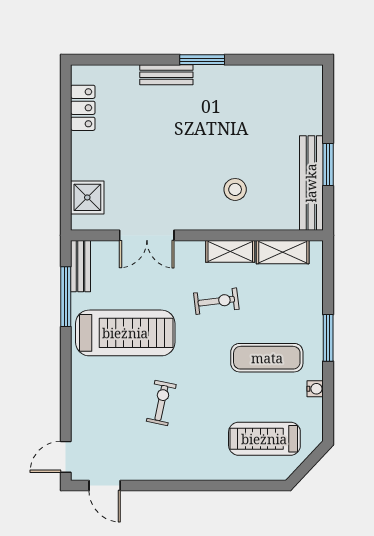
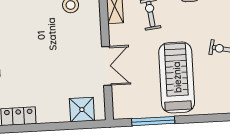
bench: (81, 266) -> (131, 112), removed

